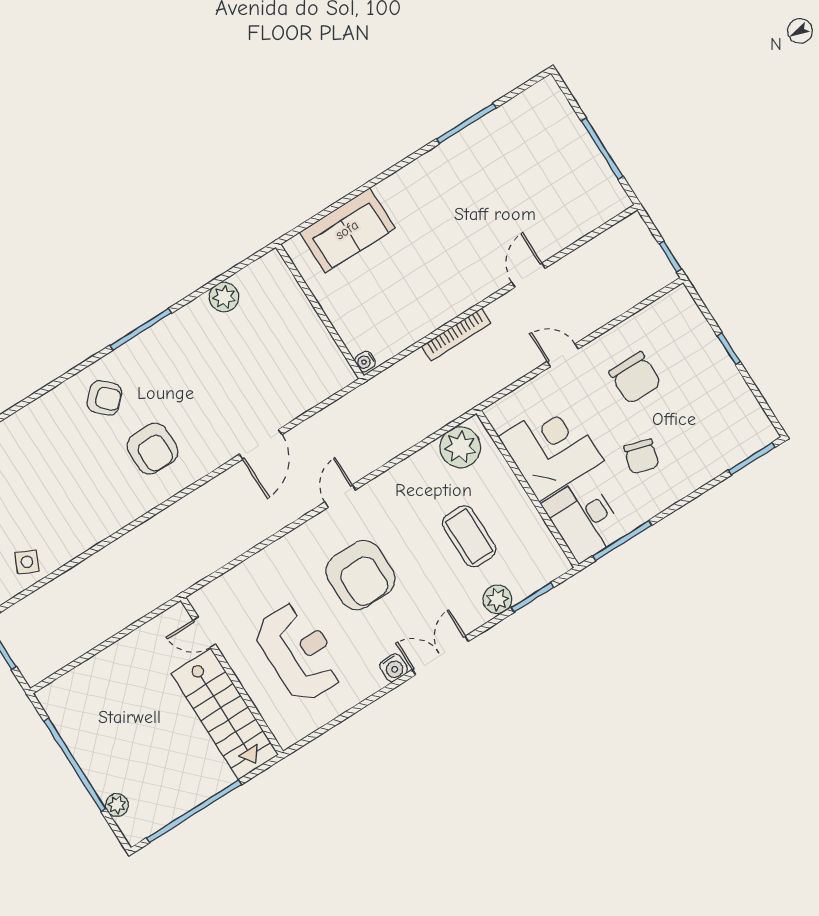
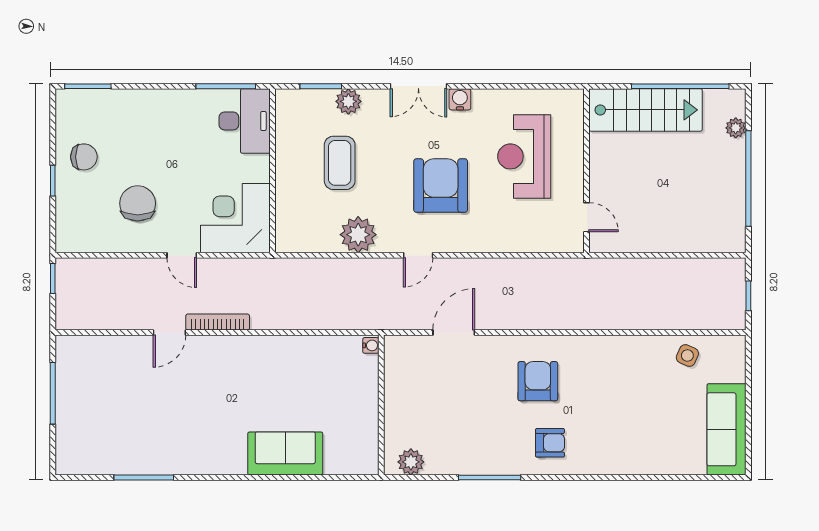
wall: (320, 311) -> (381, 405), moved
bookcase: (456, 335) -> (218, 322), moved
water cooler: (365, 361) -> (371, 345), moved
armchair: (104, 398) -> (550, 443), turned 135
plant: (460, 447) -> (358, 235), moved
corner desk: (551, 449) -> (235, 218), moved, turned 90
chair: (641, 456) -> (84, 157), moved, turned 74
stairs: (225, 714) -> (646, 110), moved, turned 90

